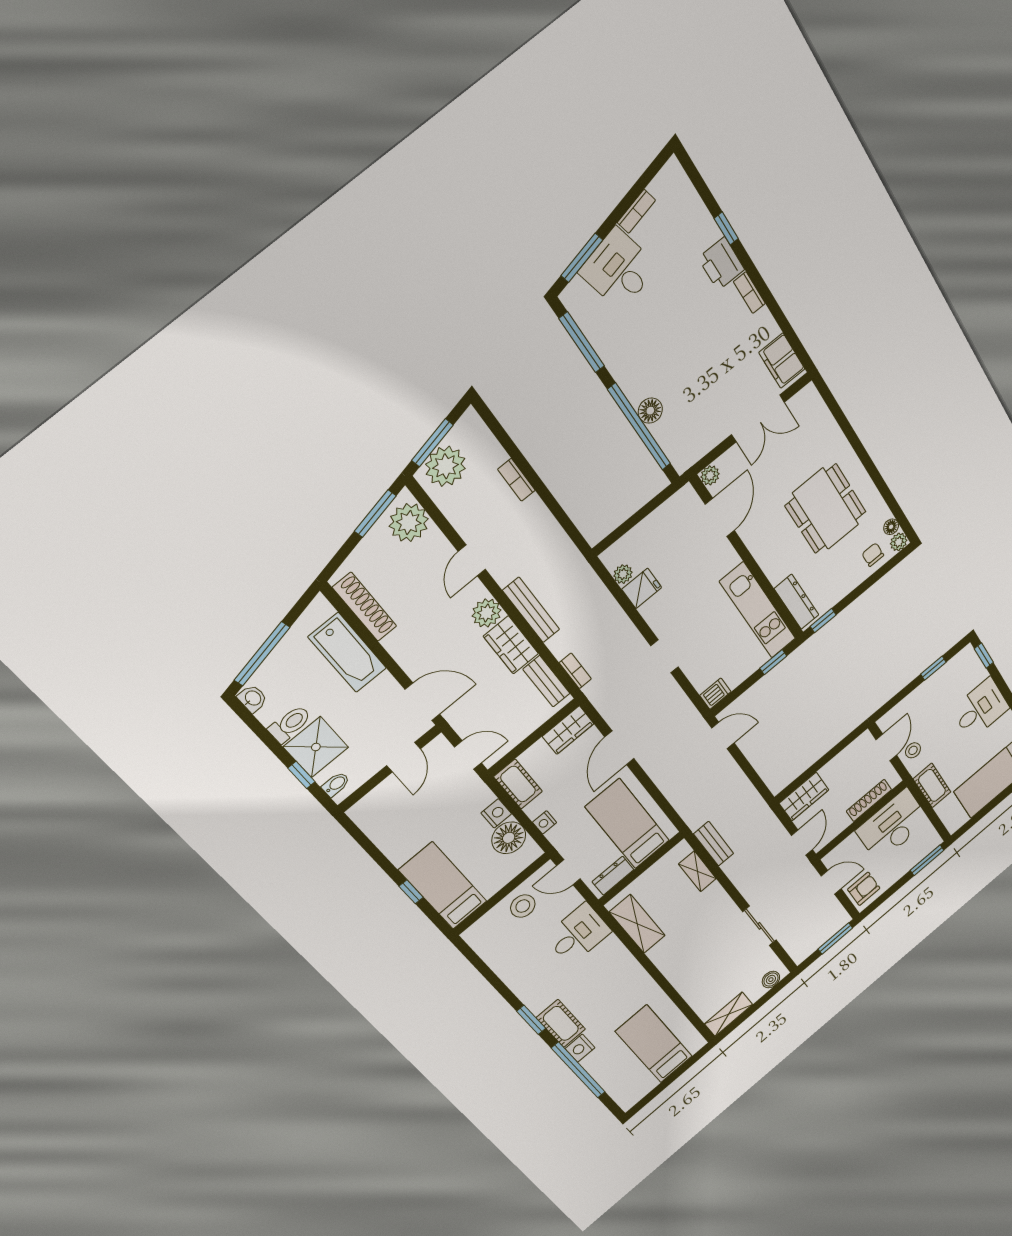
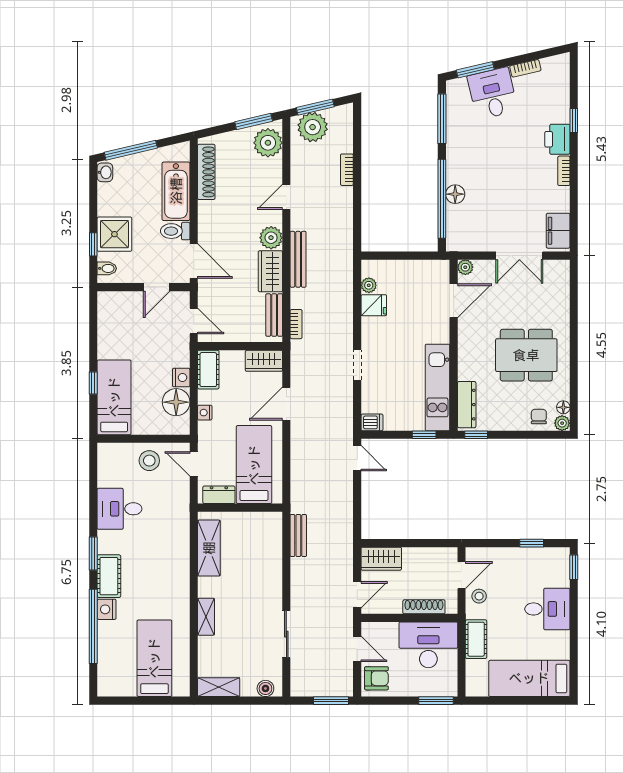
dining table: (826, 509) -> (526, 355), turned 90
toilet: (290, 724) -> (175, 231), moved, turned 180
shelving: (697, 871) -> (206, 617), moved
desk: (578, 934) -> (120, 509), moved, turned 180

